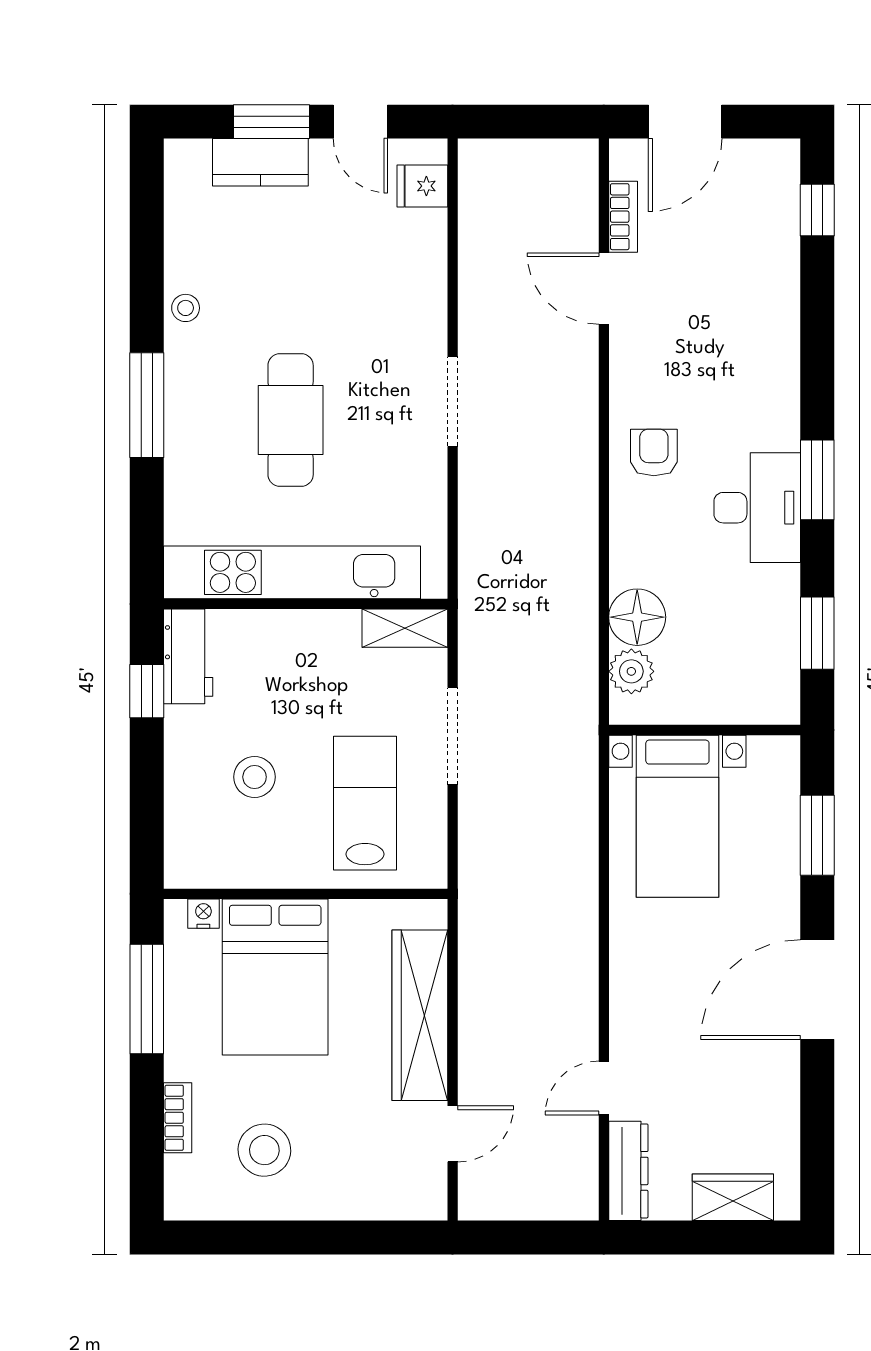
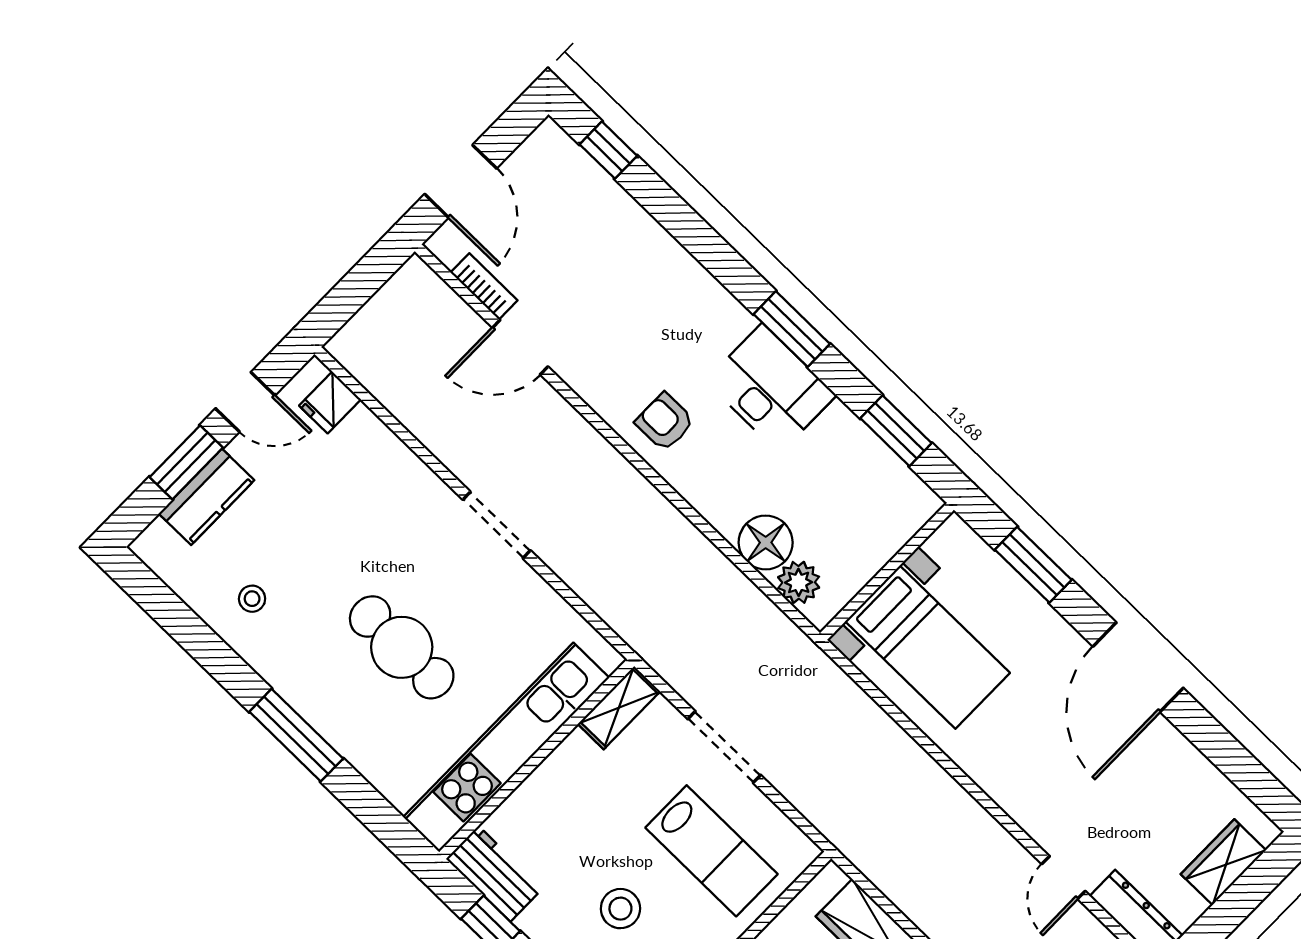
stool: (186, 308) -> (252, 599), moved
lab bench: (365, 803) -> (711, 851), turned 180

